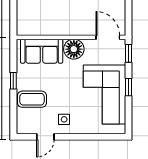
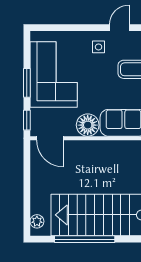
window: (128, 87) -> (27, 83), width x1.50

